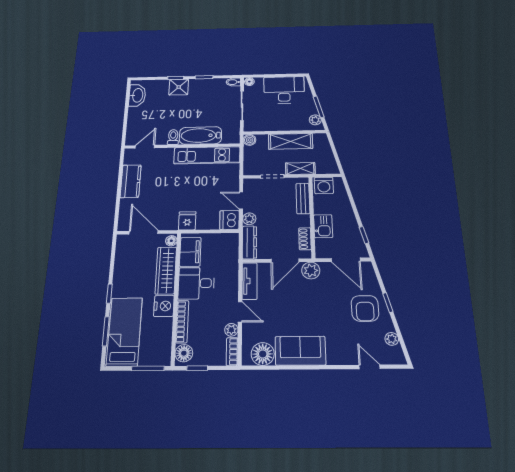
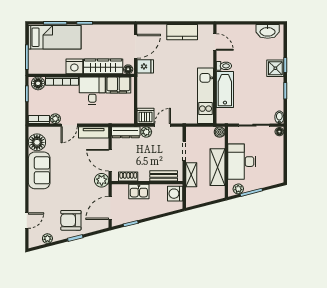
desk: (284, 90) -> (242, 162), moved, turned 180
fridge: (187, 221) -> (145, 66), moved

